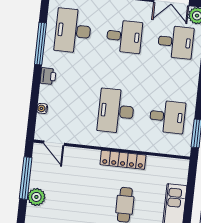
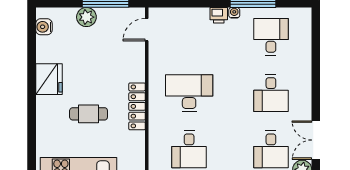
desk: (73, 31) -> (271, 37), width x0.73
water cooler: (42, 108) -> (234, 13), moved

